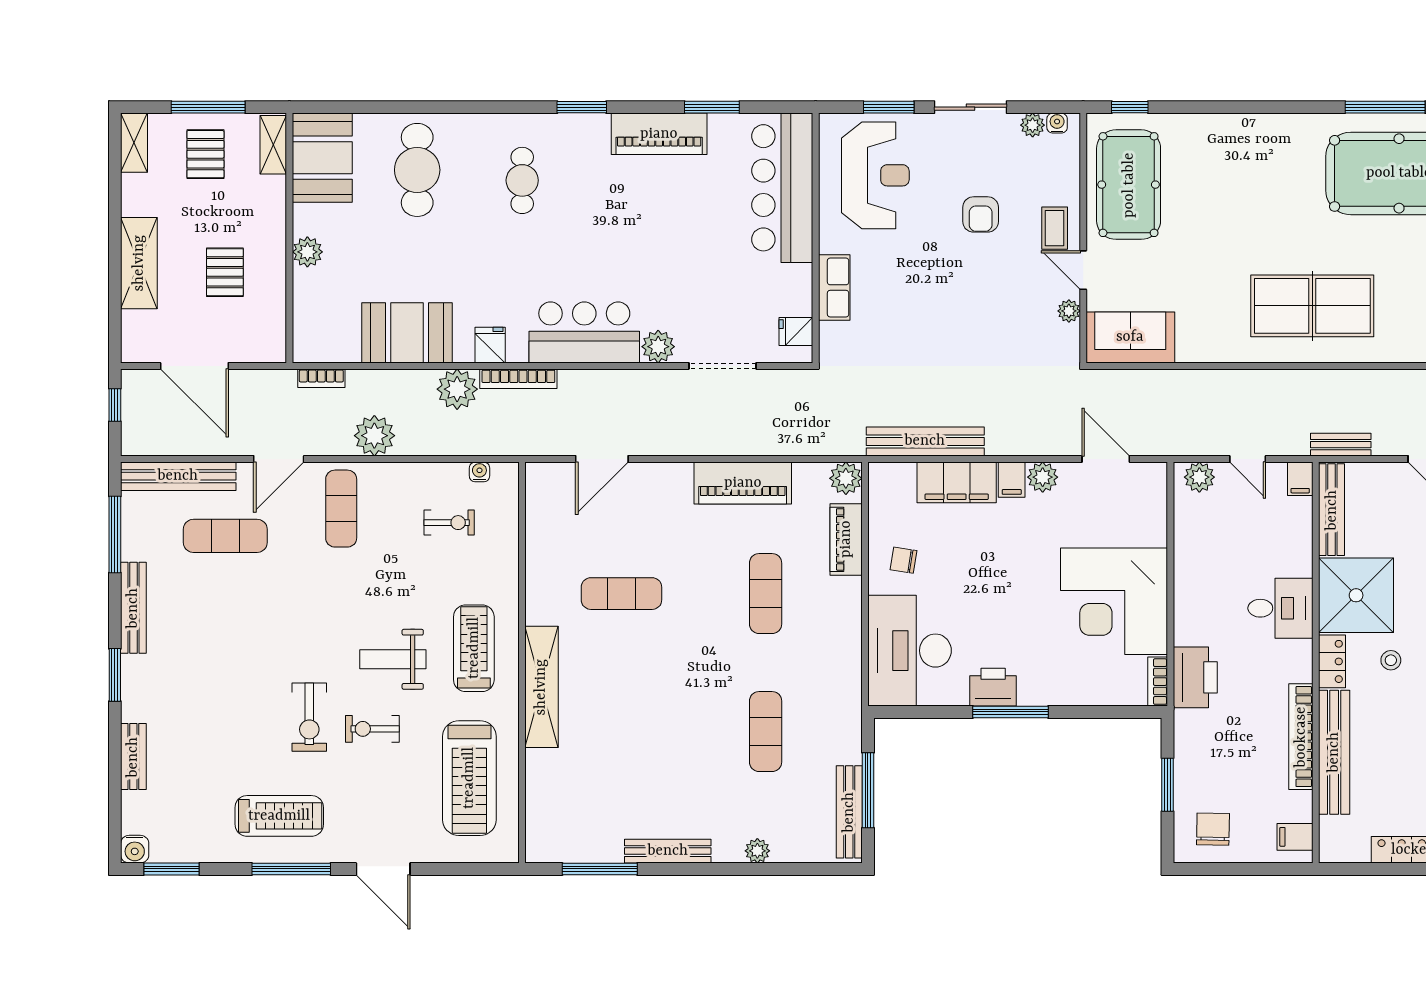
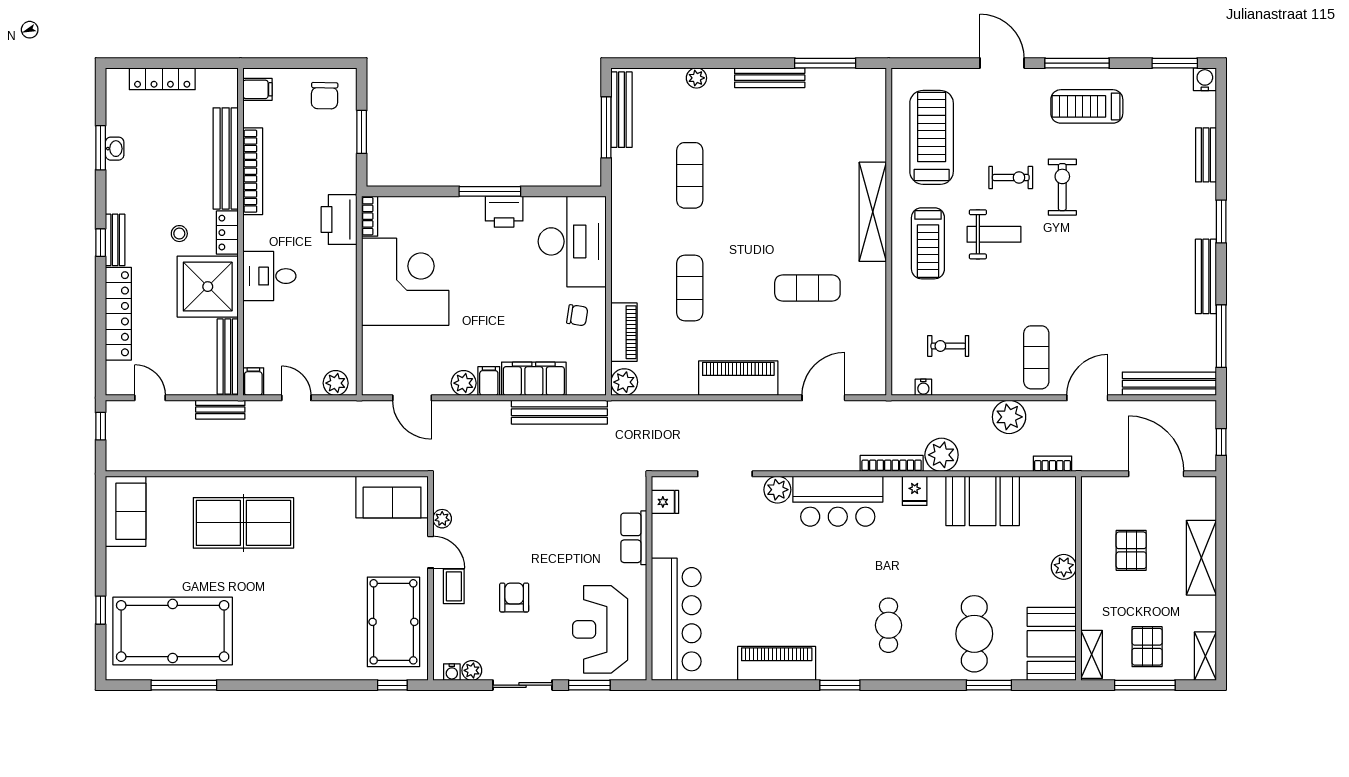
window: (712, 107) -> (989, 685), moved
piano: (743, 483) -> (738, 378), moved
exercise mat: (225, 536) -> (1131, 335), removed

